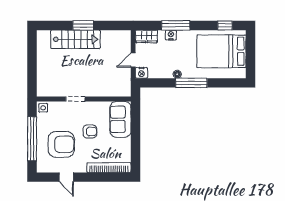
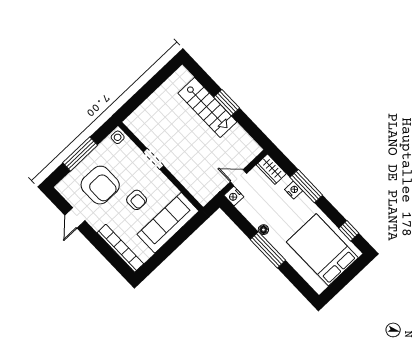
sofa: (120, 119) -> (168, 223), width x1.36
window: (32, 139) -> (80, 154), width x0.68

